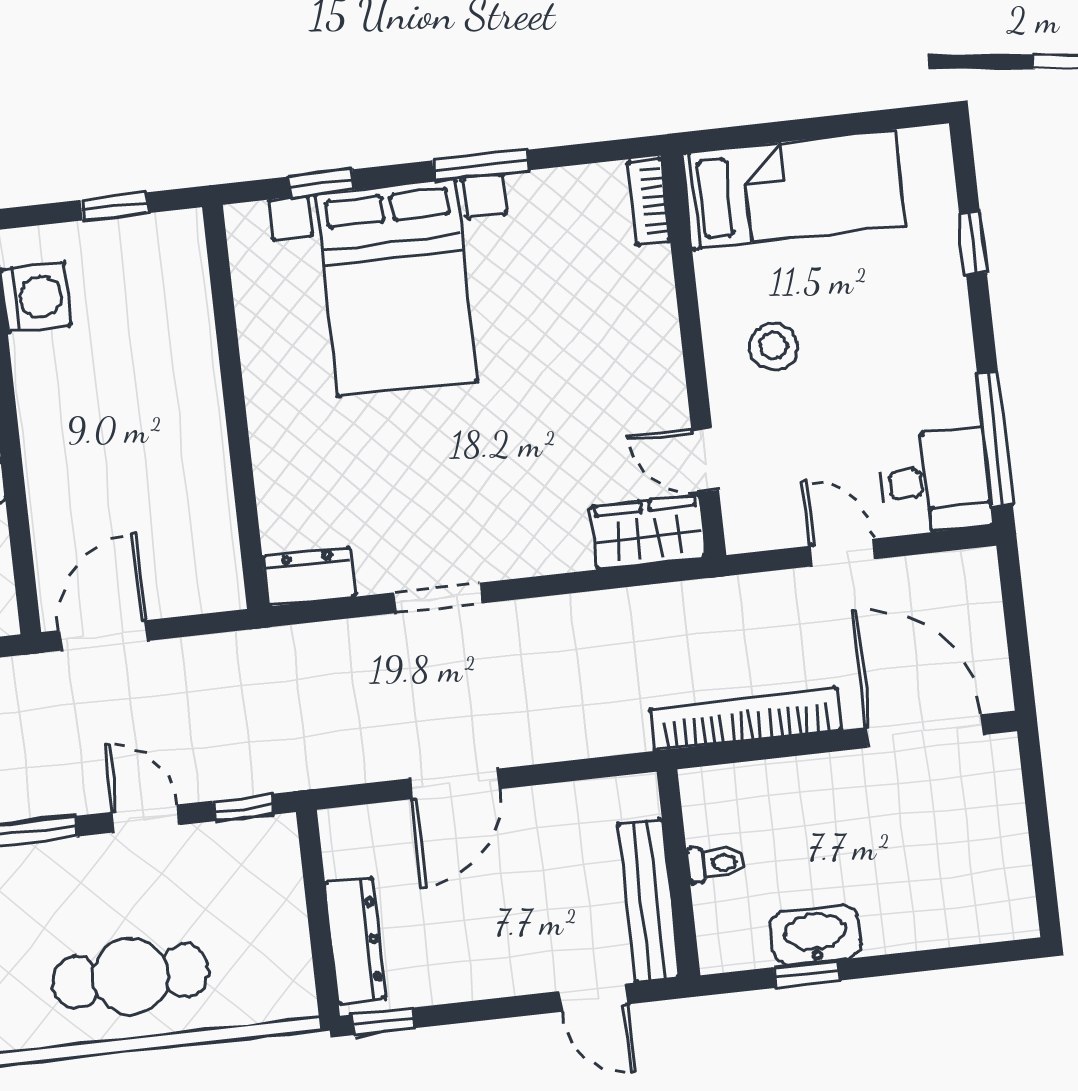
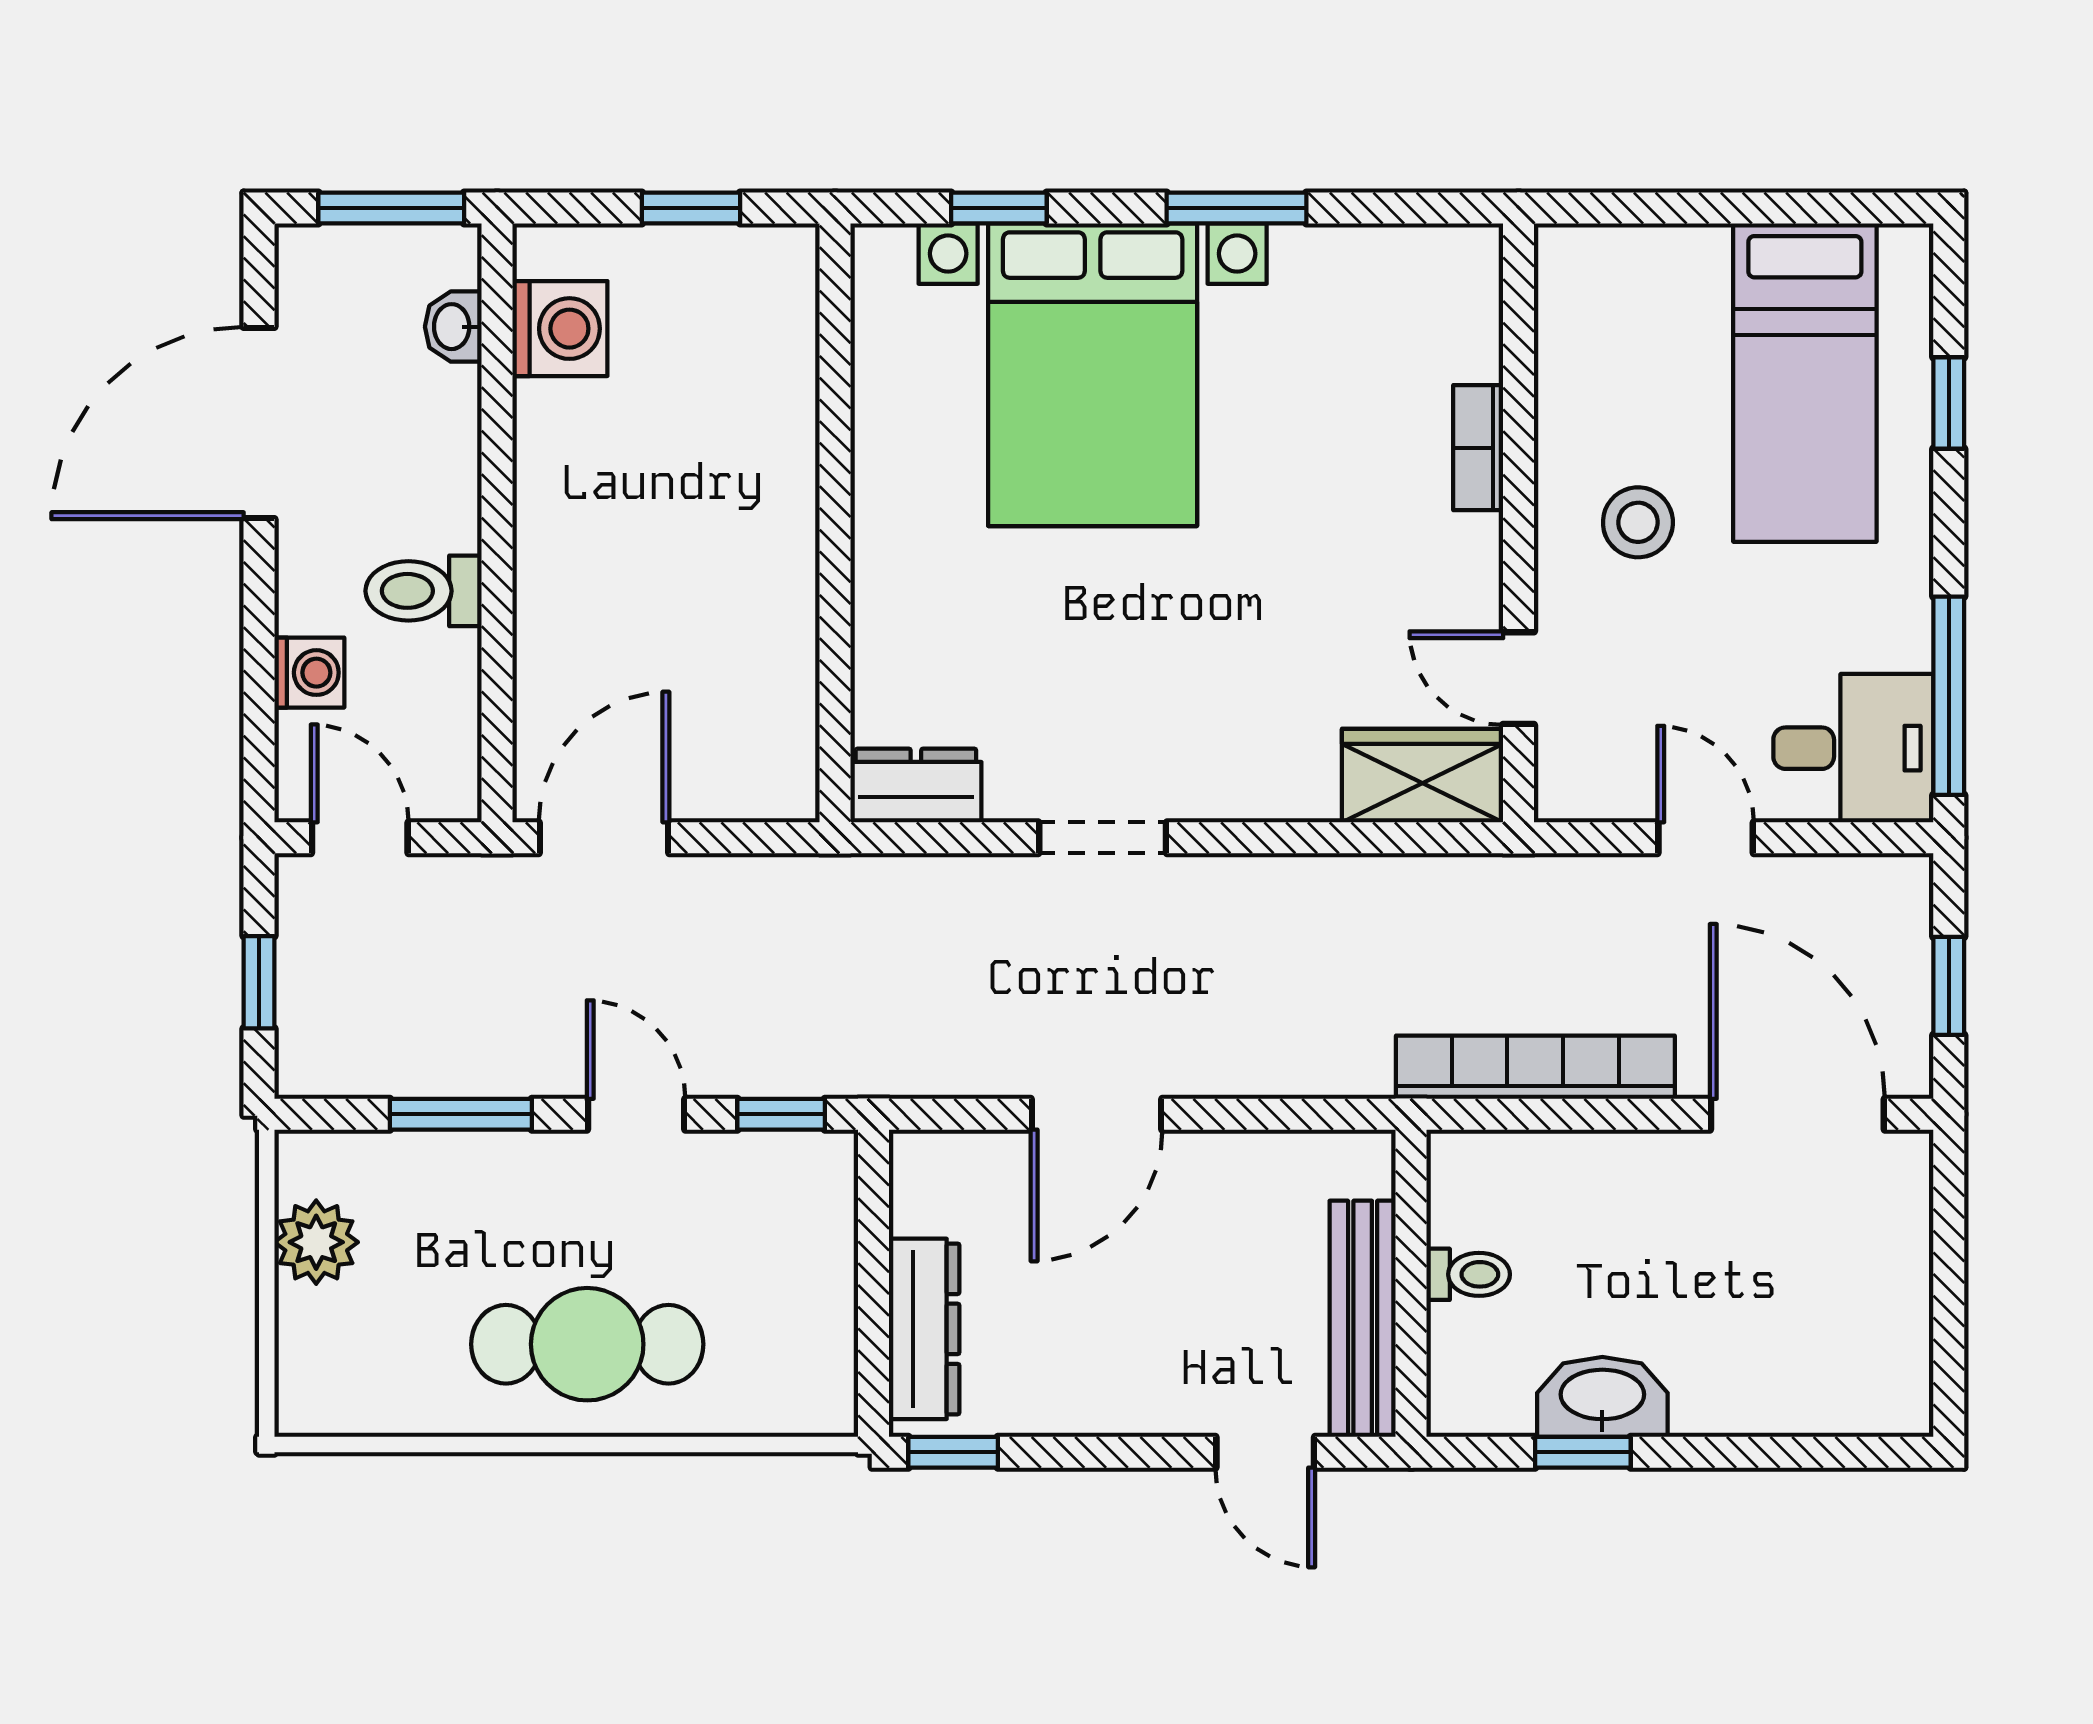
bed: (793, 189) -> (1805, 383), moved, turned 90
bookcase: (649, 202) -> (1478, 448), moved
window: (1017, 634) -> (1949, 986), added

